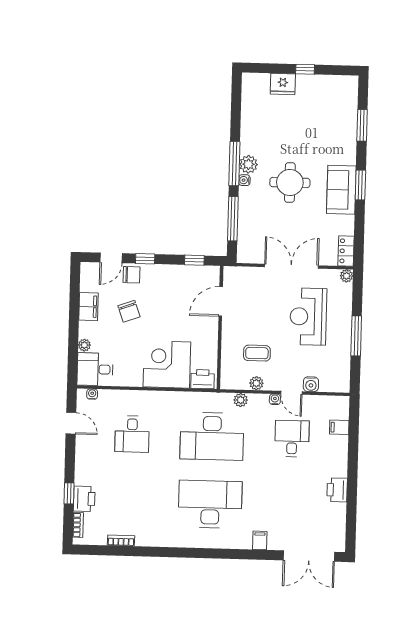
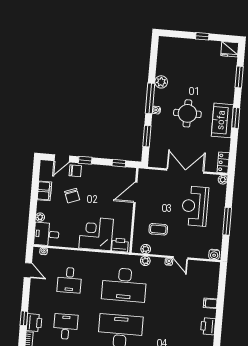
fridge: (283, 84) -> (230, 49), moved
plant: (248, 164) -> (161, 82), moved
window: (233, 219) -> (147, 136), width x0.69
plant: (256, 383) -> (146, 249), moved
water cooler: (311, 384) -> (214, 254), moved
filing cabinet: (339, 427) -> (210, 303), moved
desk: (292, 439) -> (66, 327), moved

